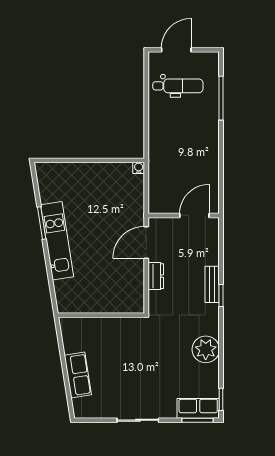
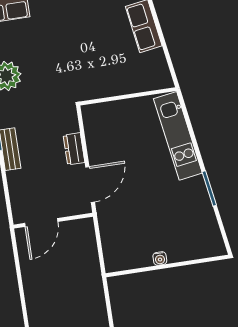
water cooler: (139, 168) -> (160, 258), moved
kitchen unit: (57, 241) -> (178, 136), moved

